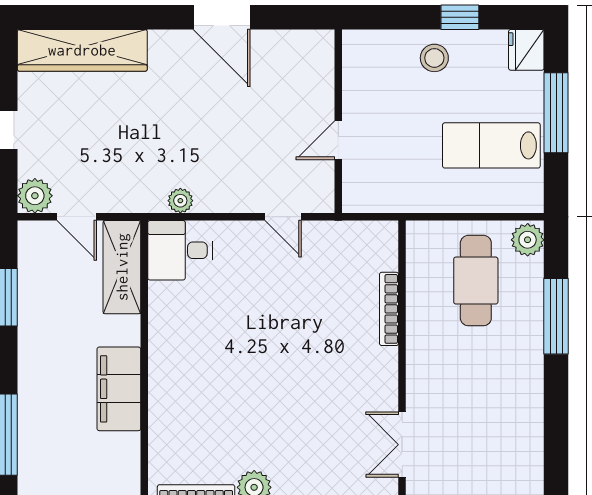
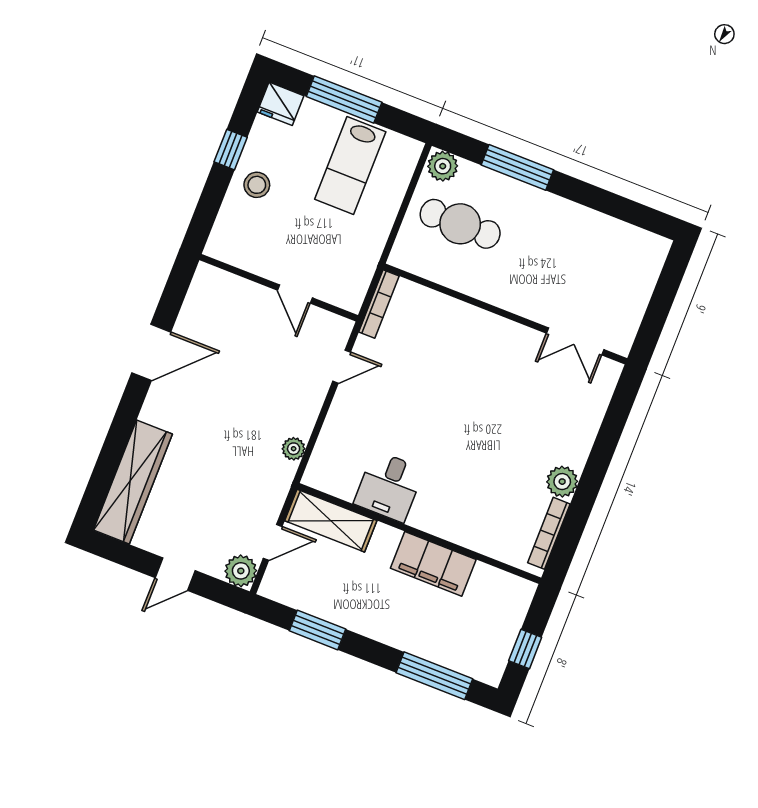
desk: (180, 250) -> (389, 486), moved
bookcase: (389, 309) -> (379, 304), moved, turned -90

